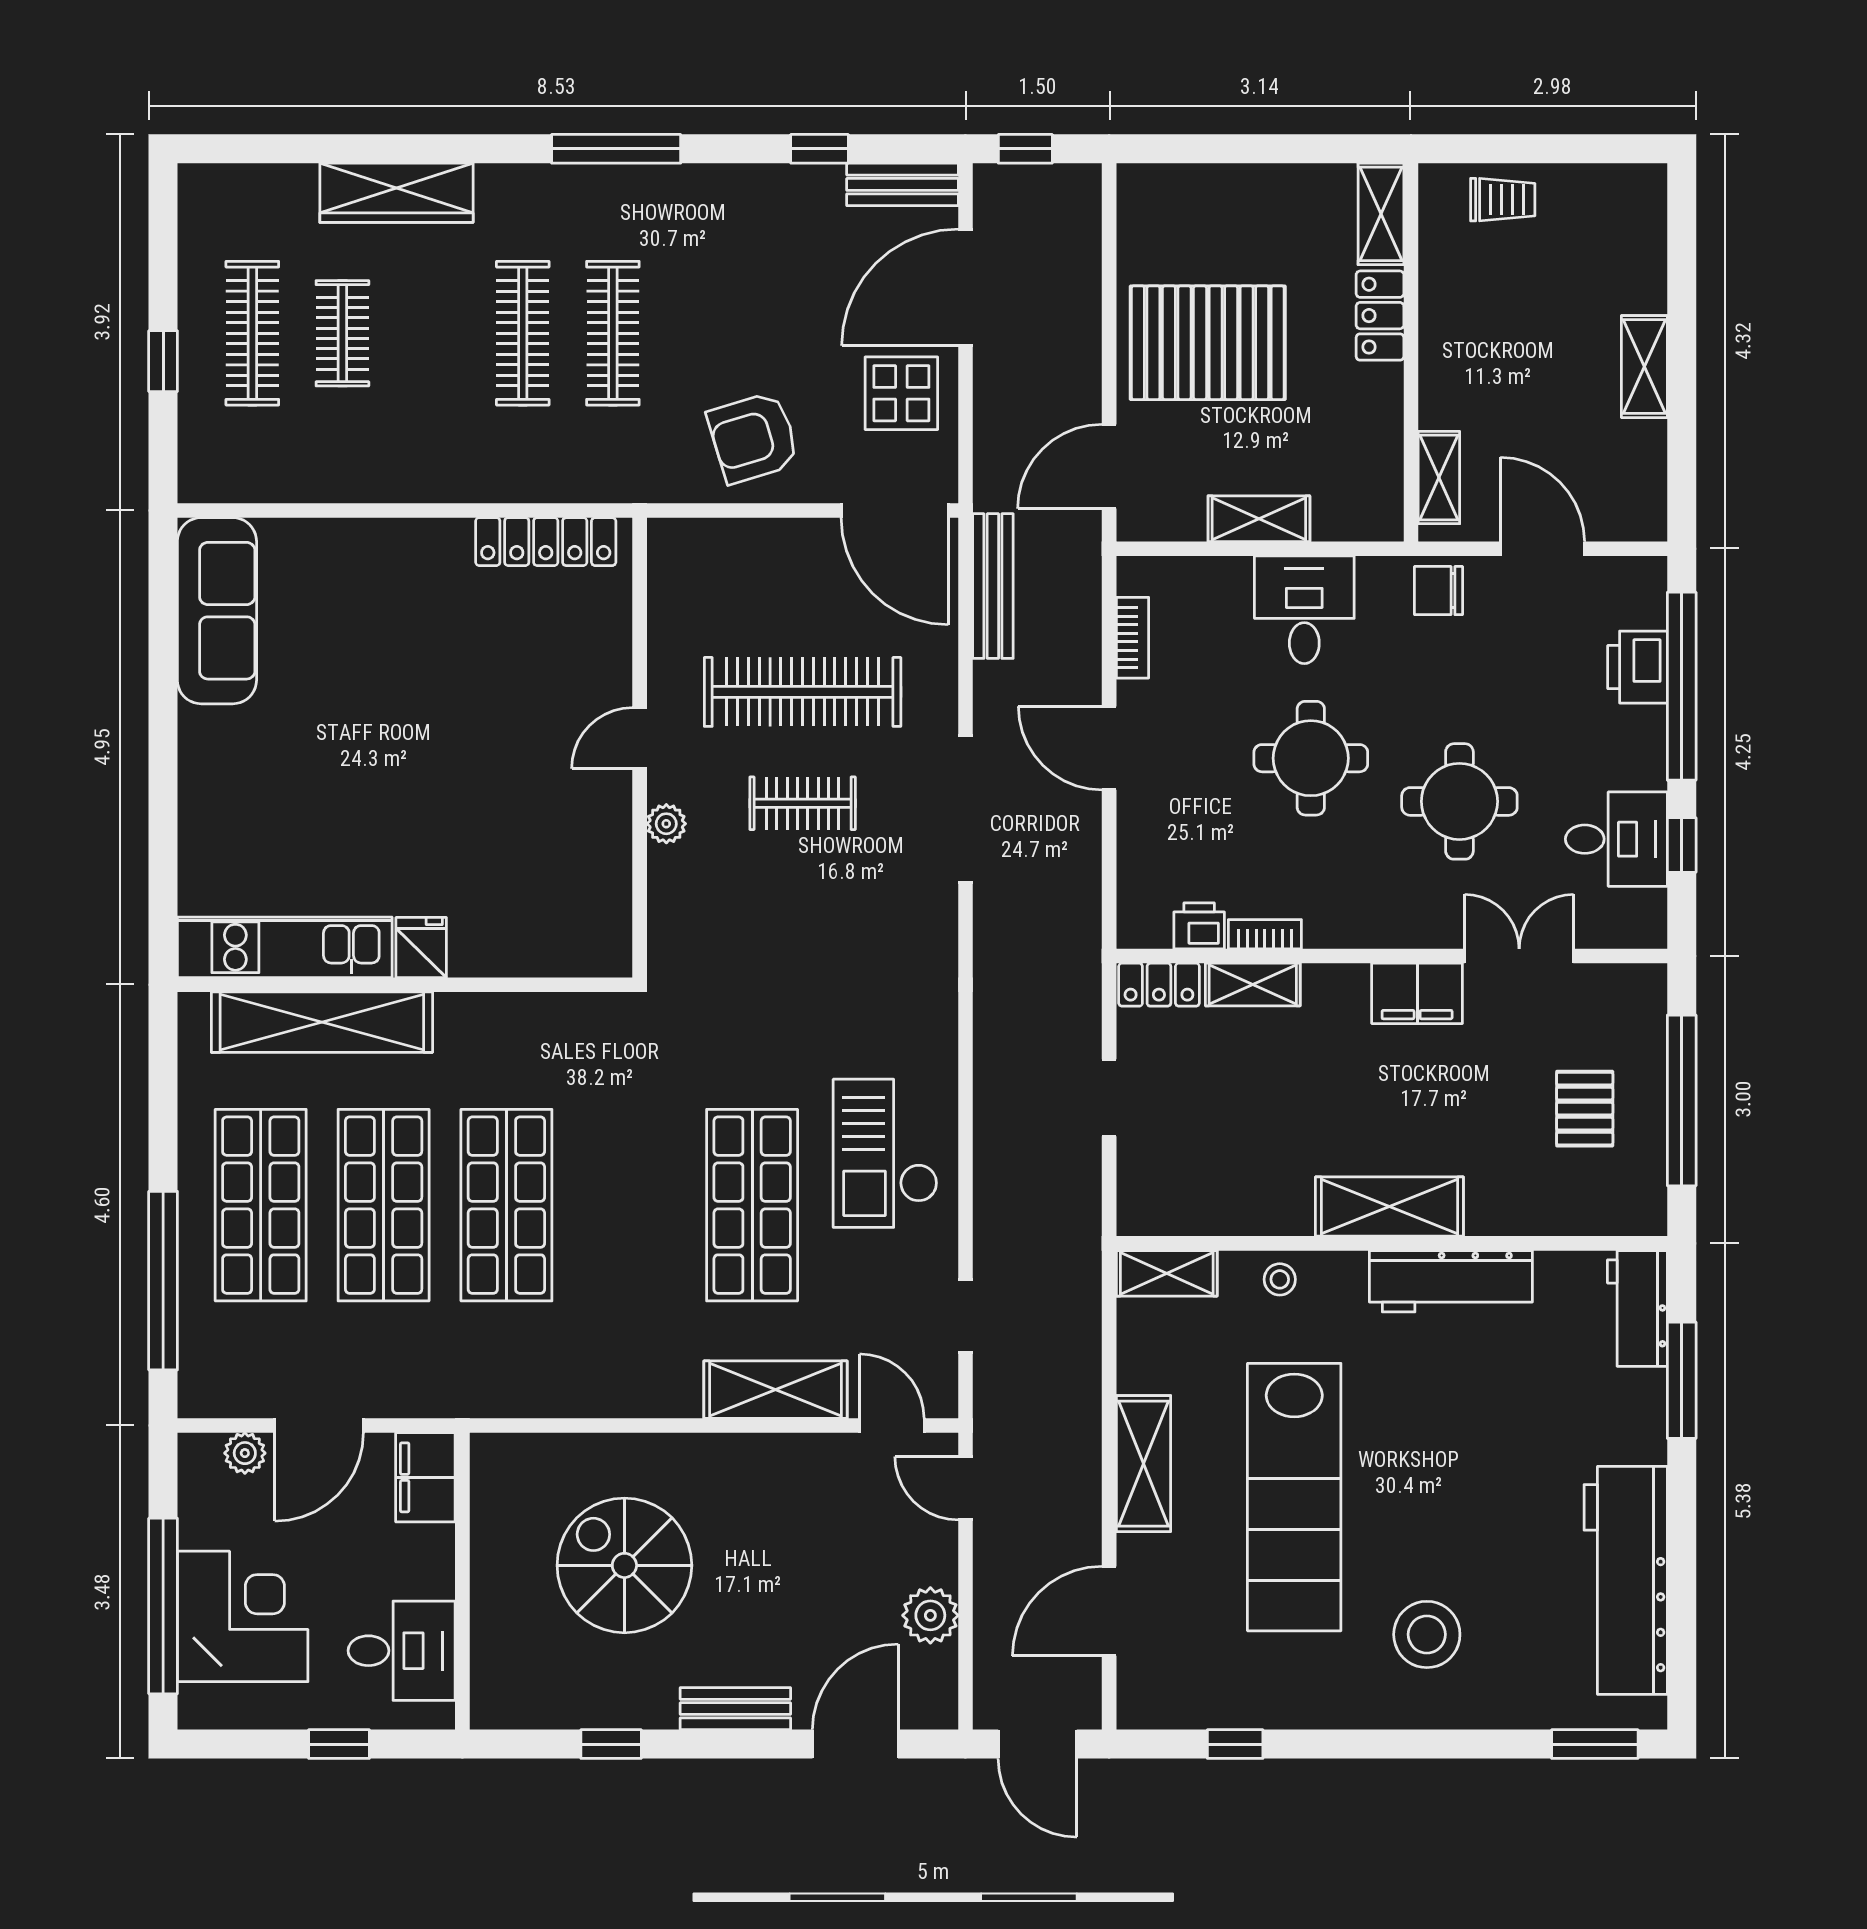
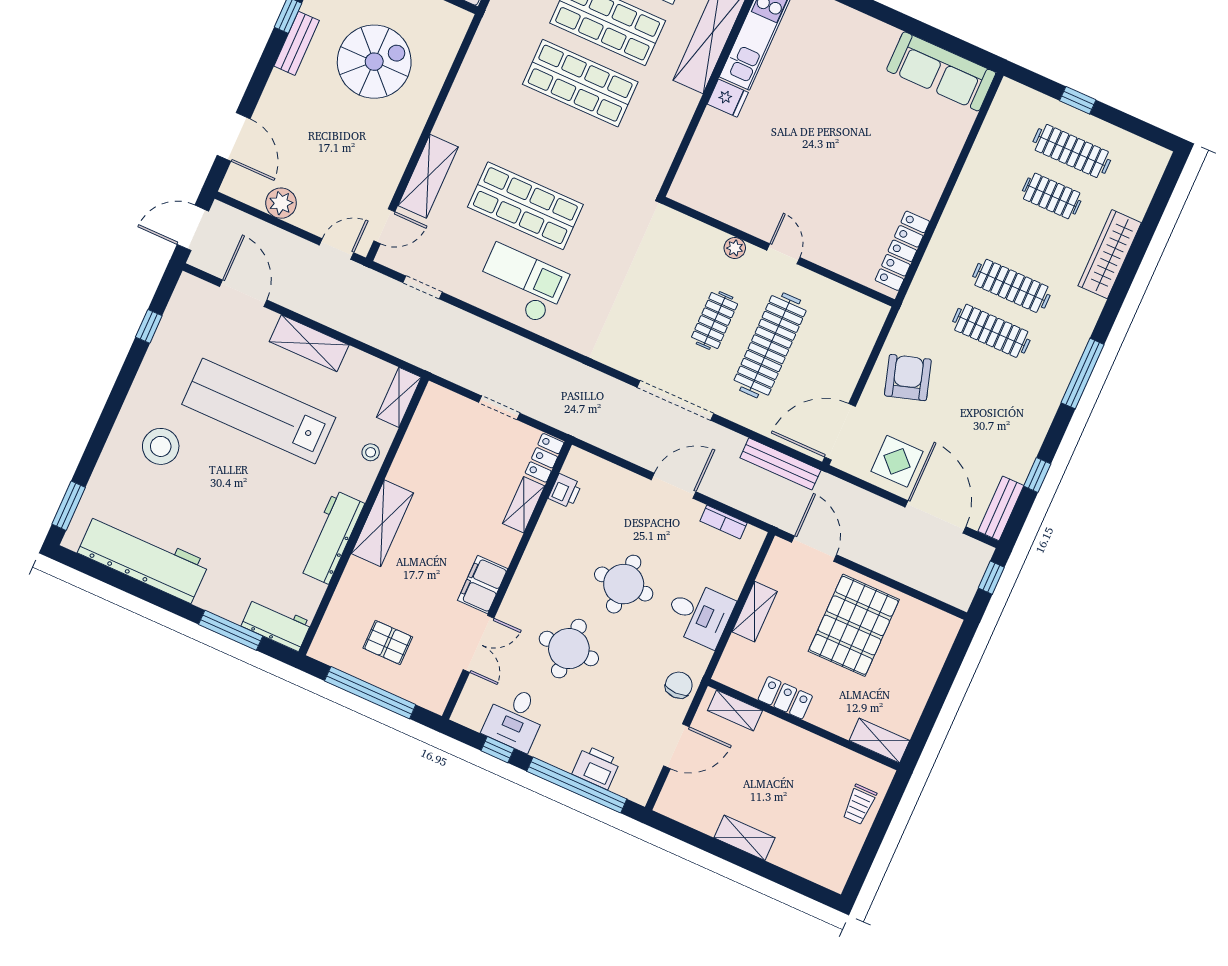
locker: (1380, 316) -> (785, 698), moved
bookcase: (1265, 934) -> (546, 522), removed
bench: (735, 1709) -> (297, 43), moved

